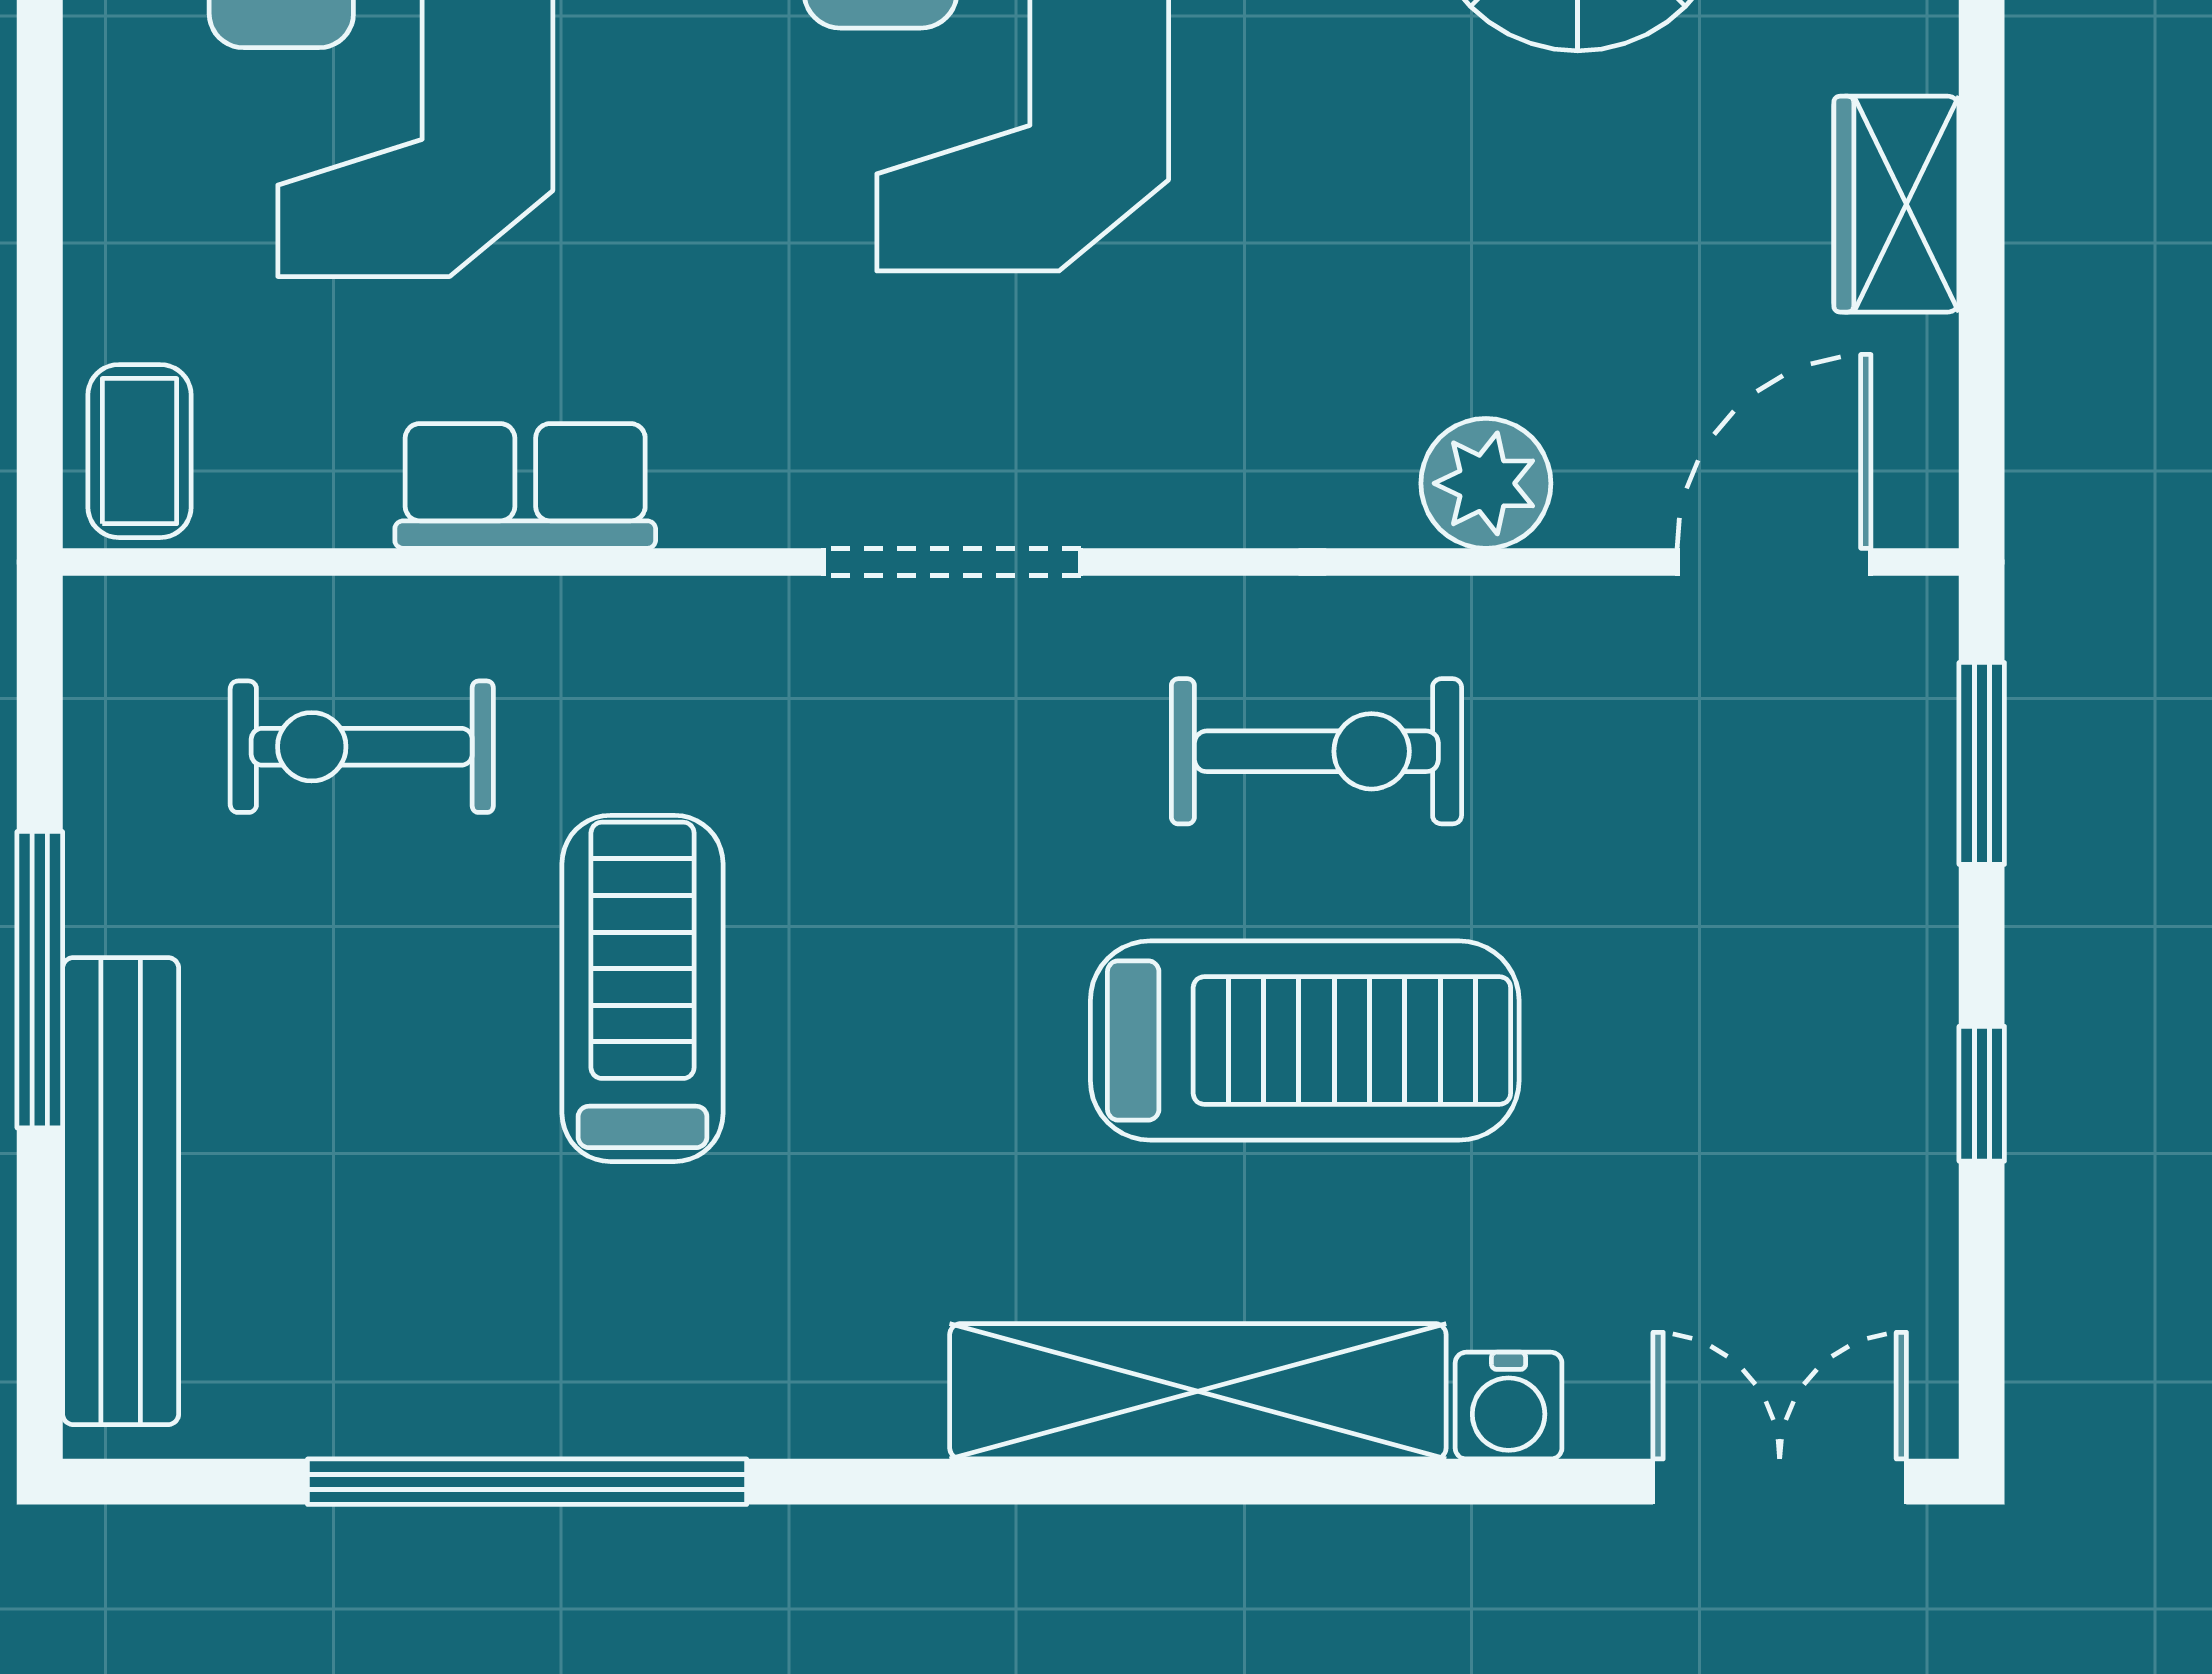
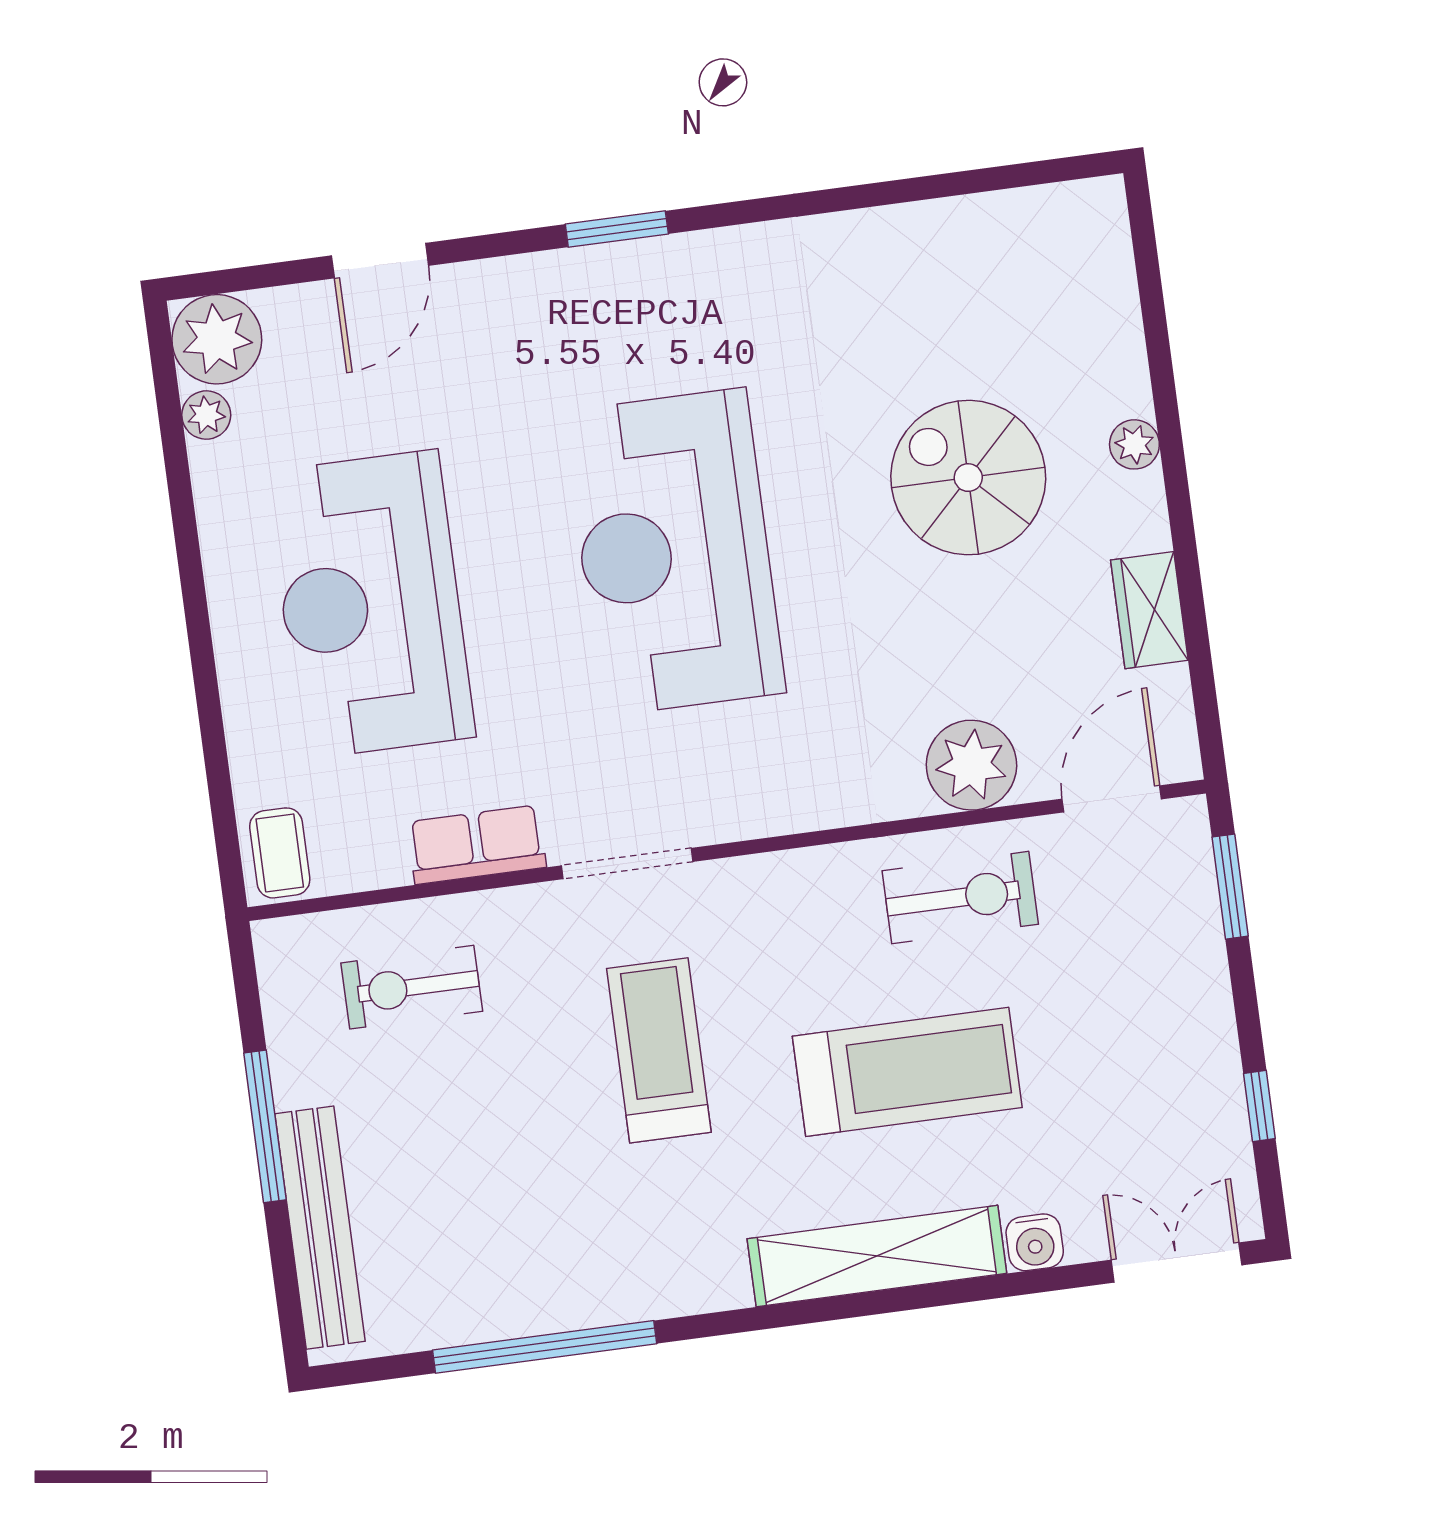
plant: (1486, 483) -> (971, 765), width x1.36, depth x1.36
doorway: (952, 562) -> (627, 864), moved
exercise bike: (1316, 751) -> (960, 898), moved
treadmill: (643, 988) -> (659, 1050), moved
window: (1982, 1094) -> (1259, 1106), moved

